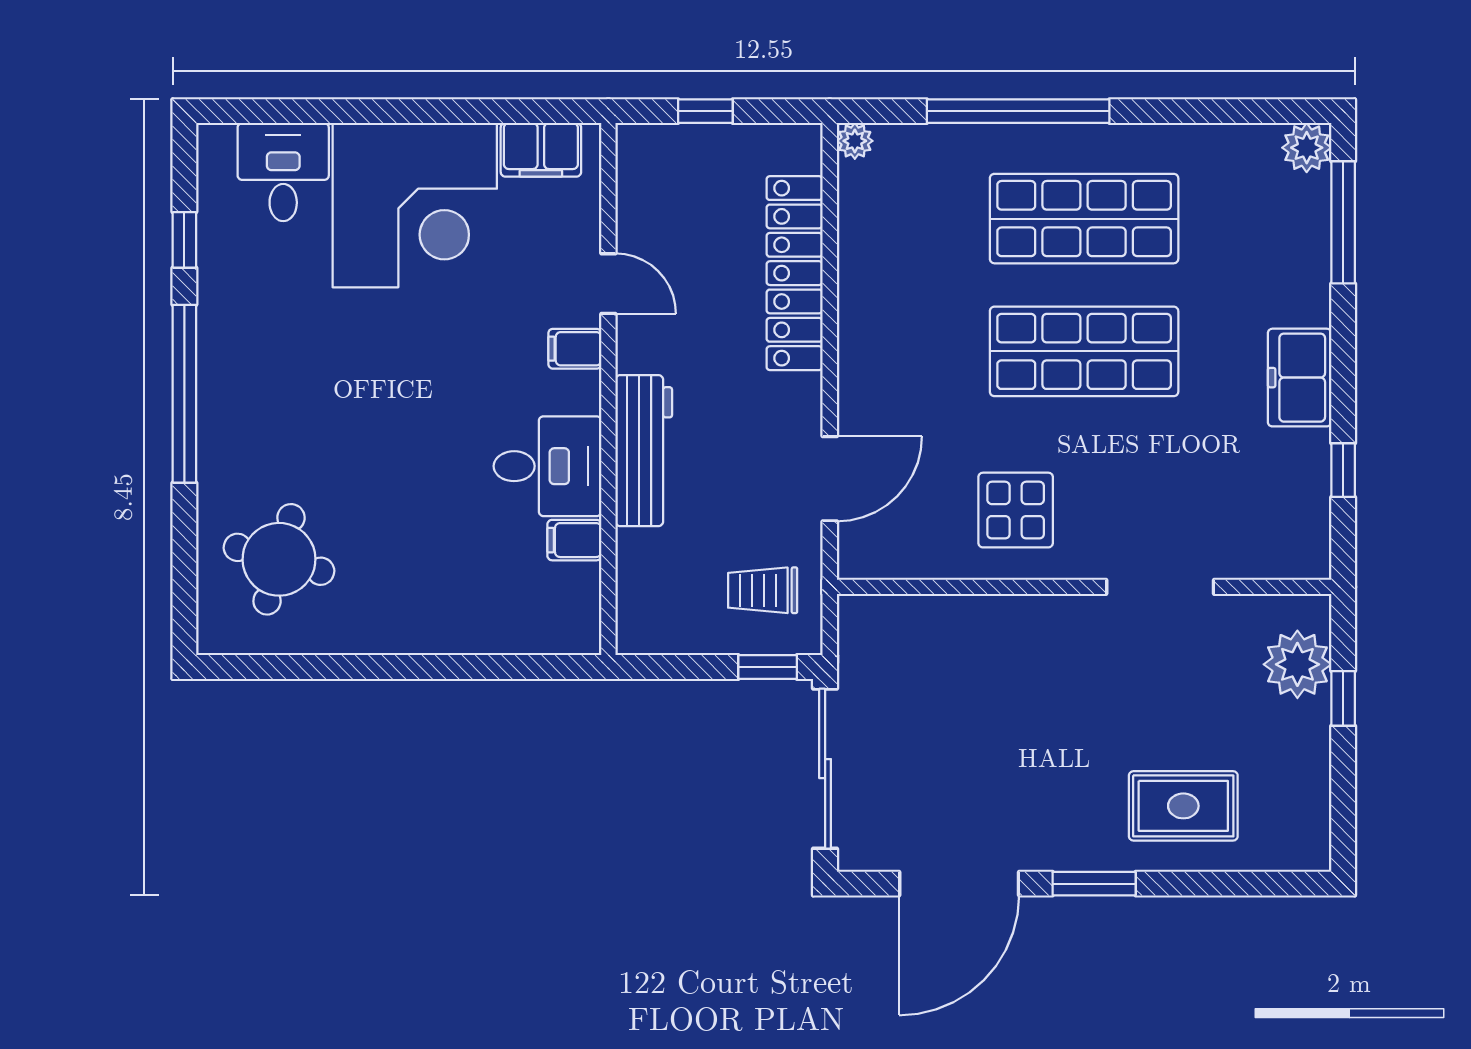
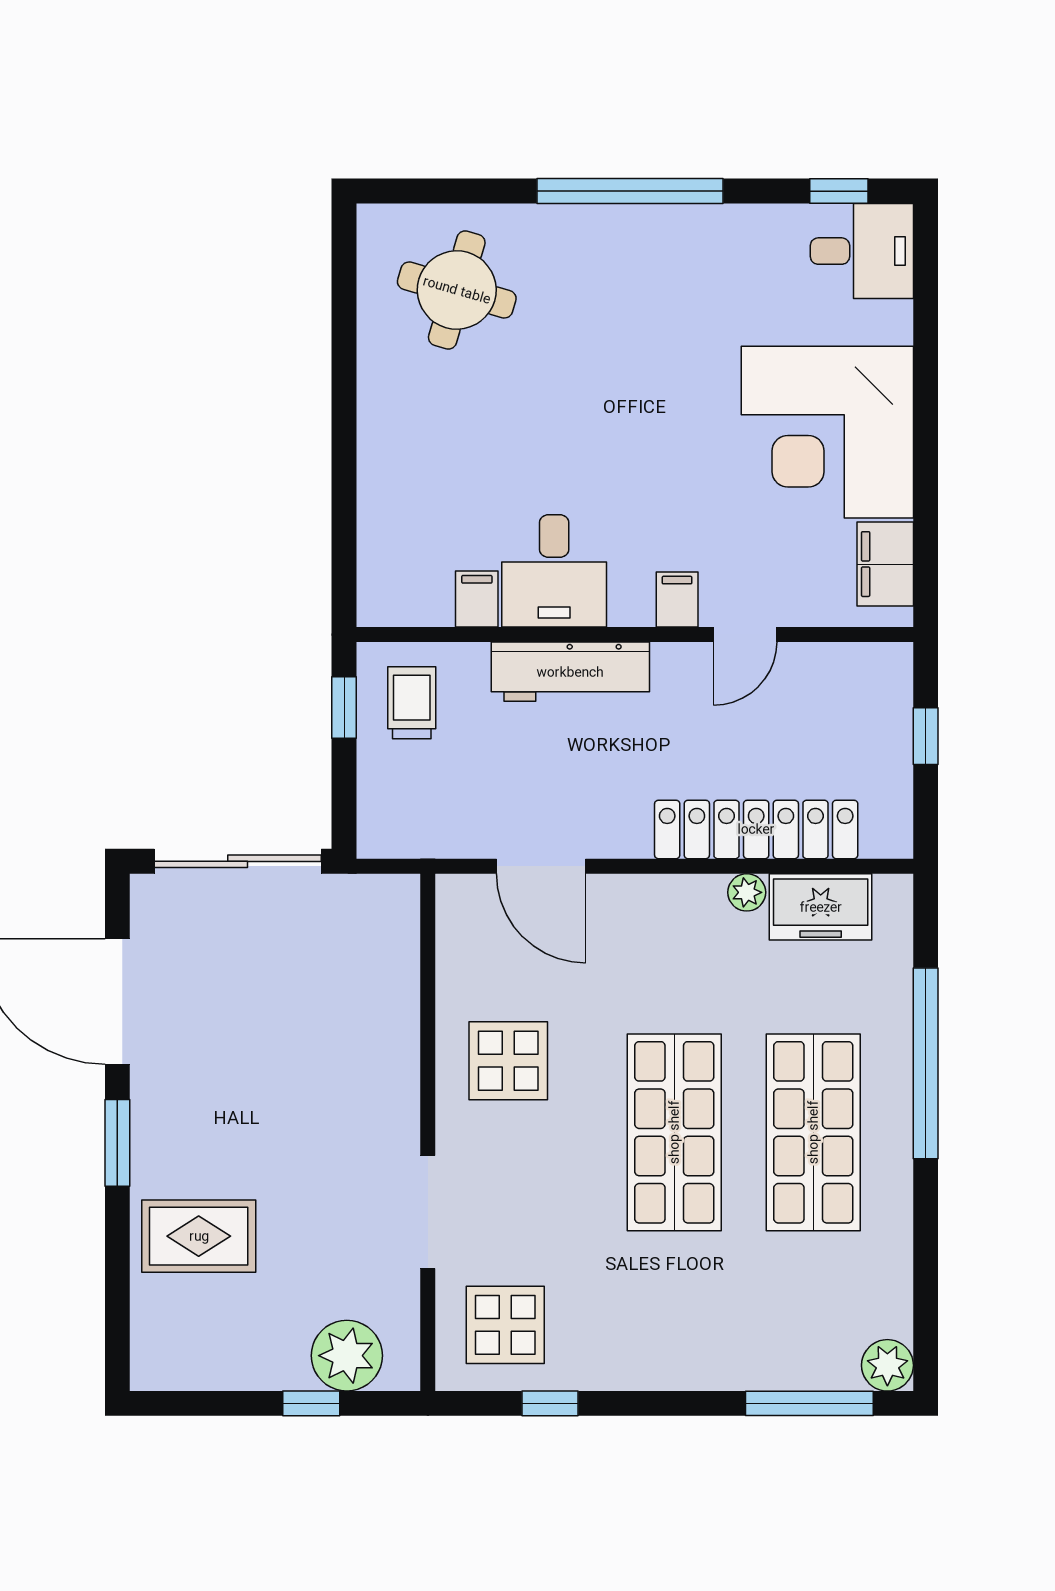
plant: (855, 141) -> (747, 892), moved
desk: (283, 172) -> (862, 251), moved
window: (184, 240) -> (839, 191), moved
freezer: (1300, 378) -> (821, 907), moved, turned 180
display table: (1268, 513) -> (505, 1325), added
trolley: (763, 590) -> (412, 703), moved
window: (768, 667) -> (344, 708), moved
rug: (1183, 806) -> (199, 1236), turned 90

